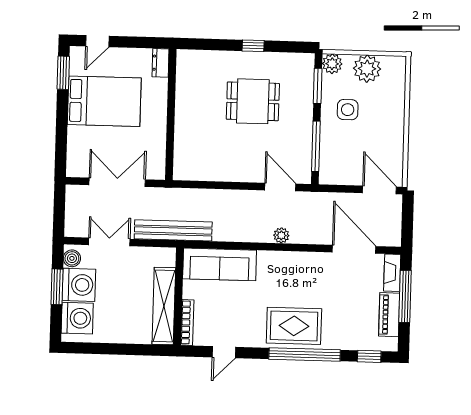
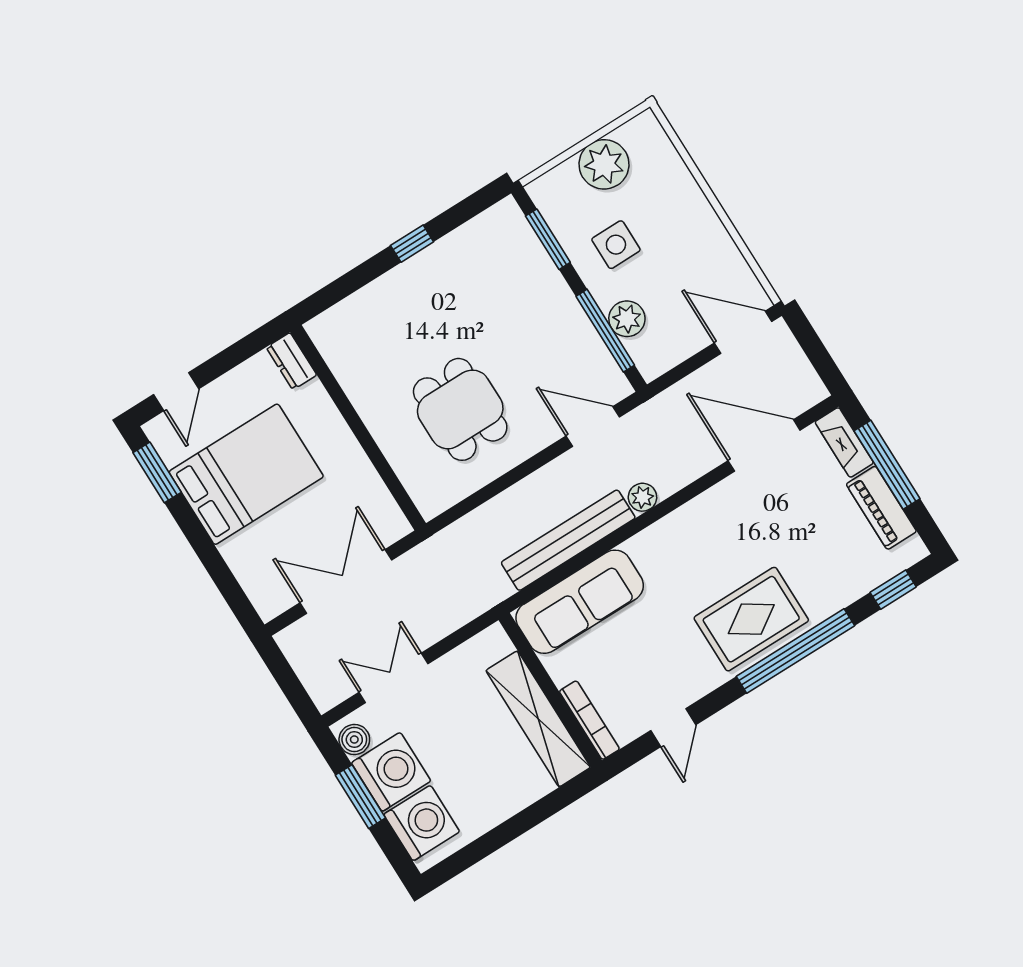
plant: (332, 64) -> (627, 319), moved
dining table: (253, 101) -> (460, 409), moved, turned 90
bench: (173, 230) -> (568, 540), moved

